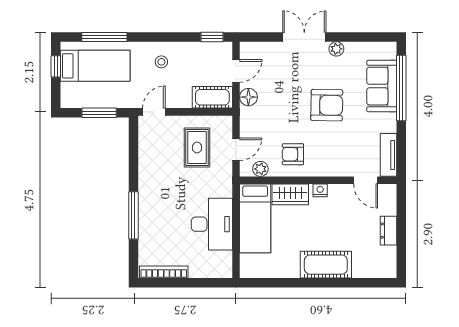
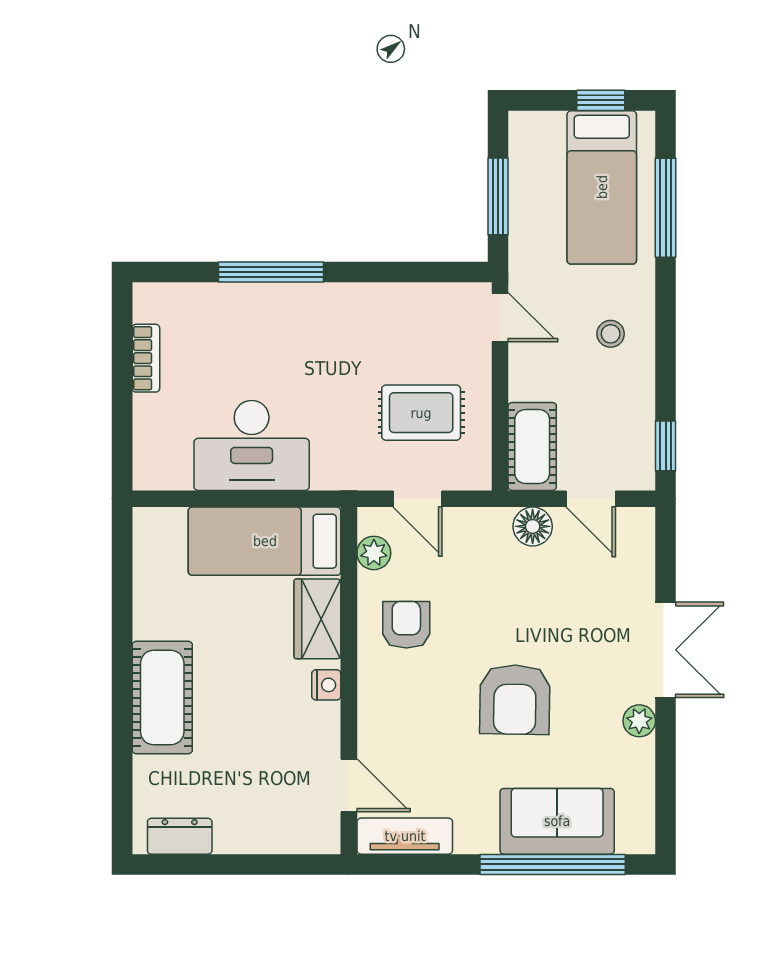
door: (366, 180) -> (349, 785), swing flipped
dresser: (389, 231) -> (180, 836), moved
bookcase: (164, 272) -> (146, 358), width x0.64

